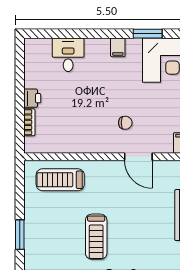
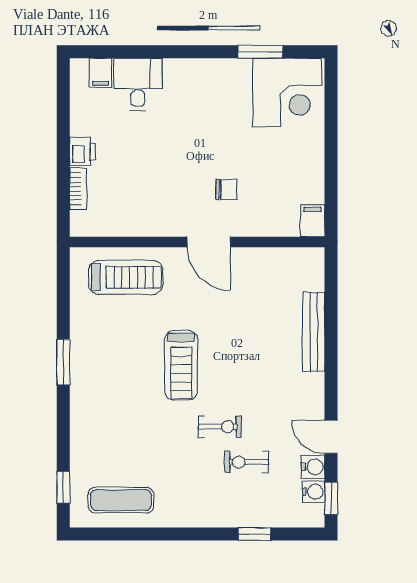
filing cabinet: (118, 47) -> (101, 73), moved
door: (138, 157) -> (209, 242), moved
treadmill: (60, 180) -> (126, 277), turned 180

